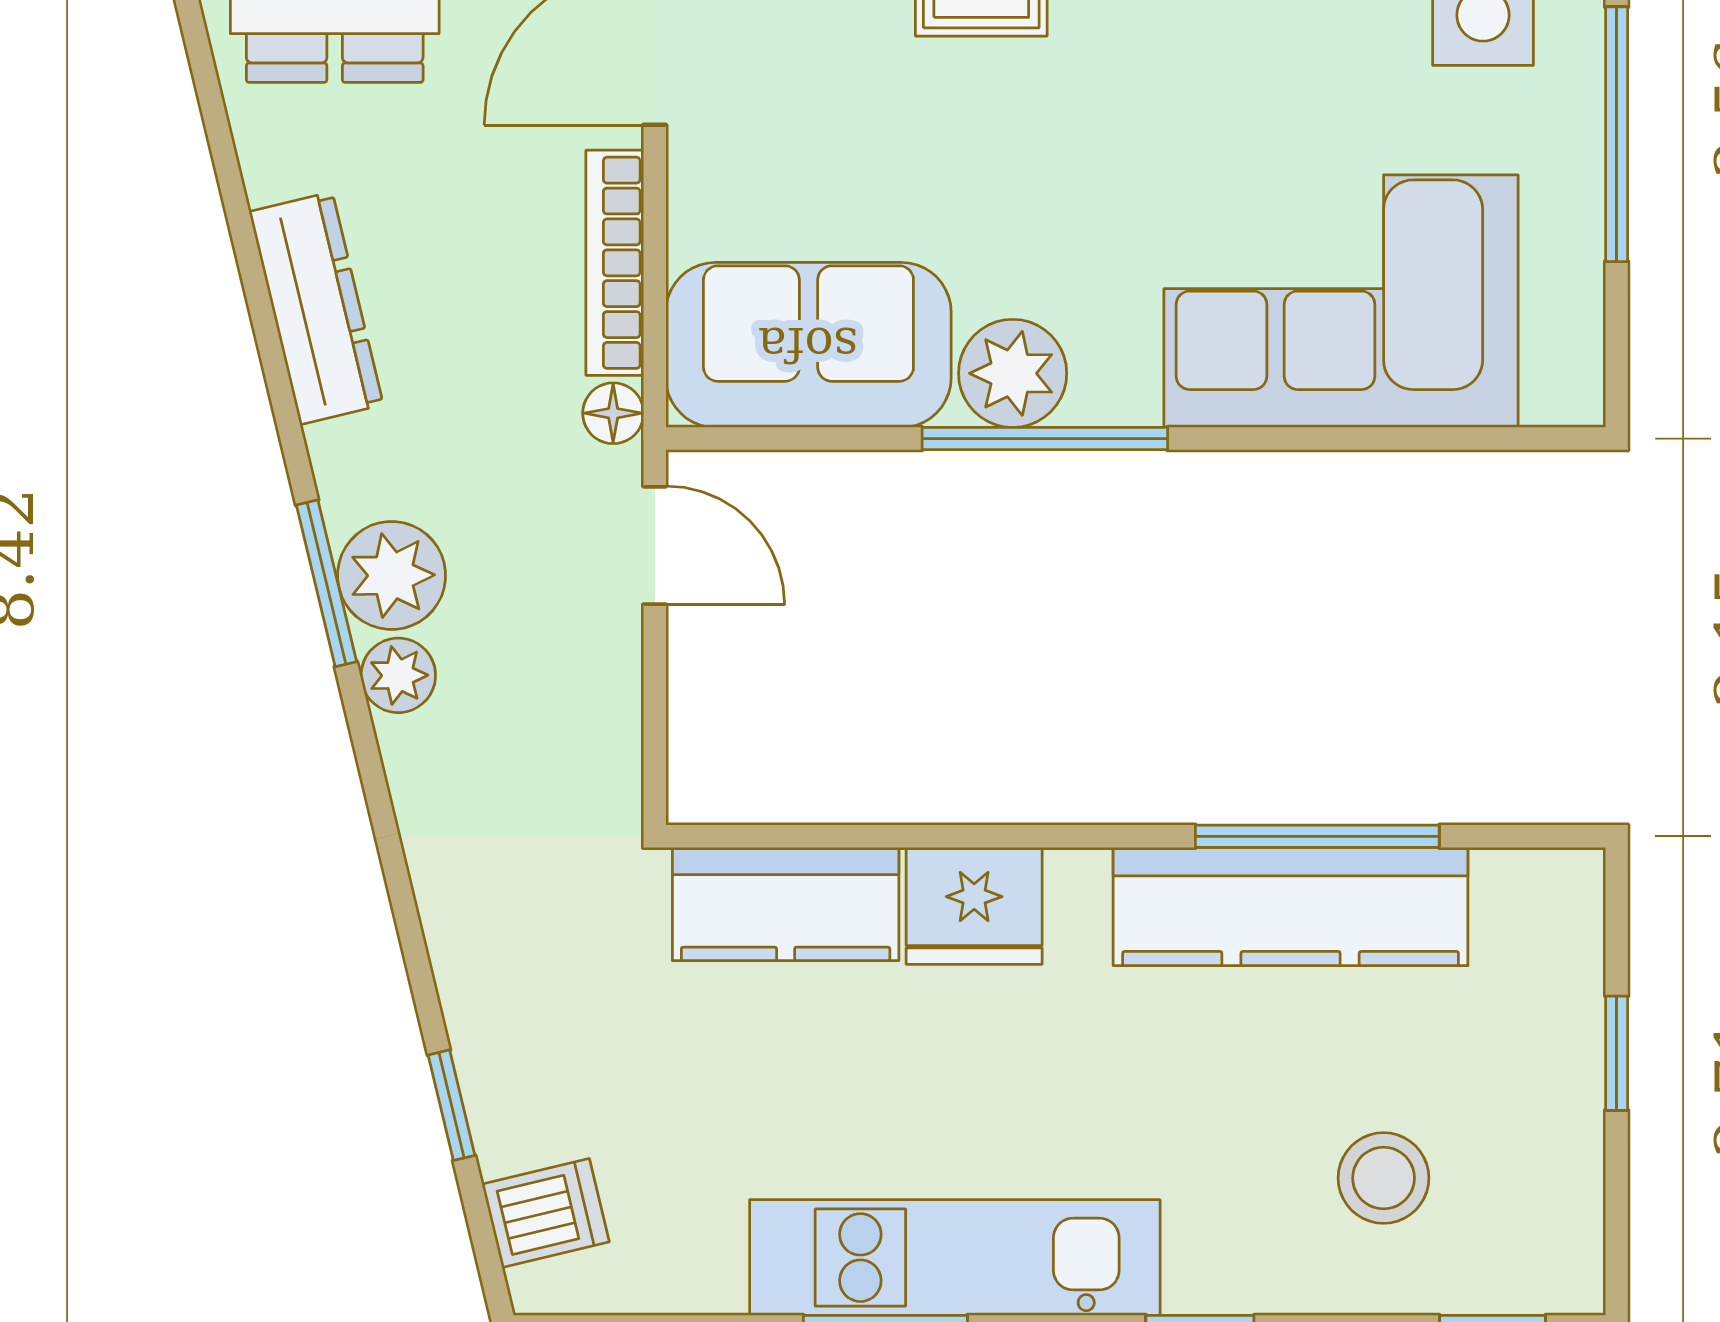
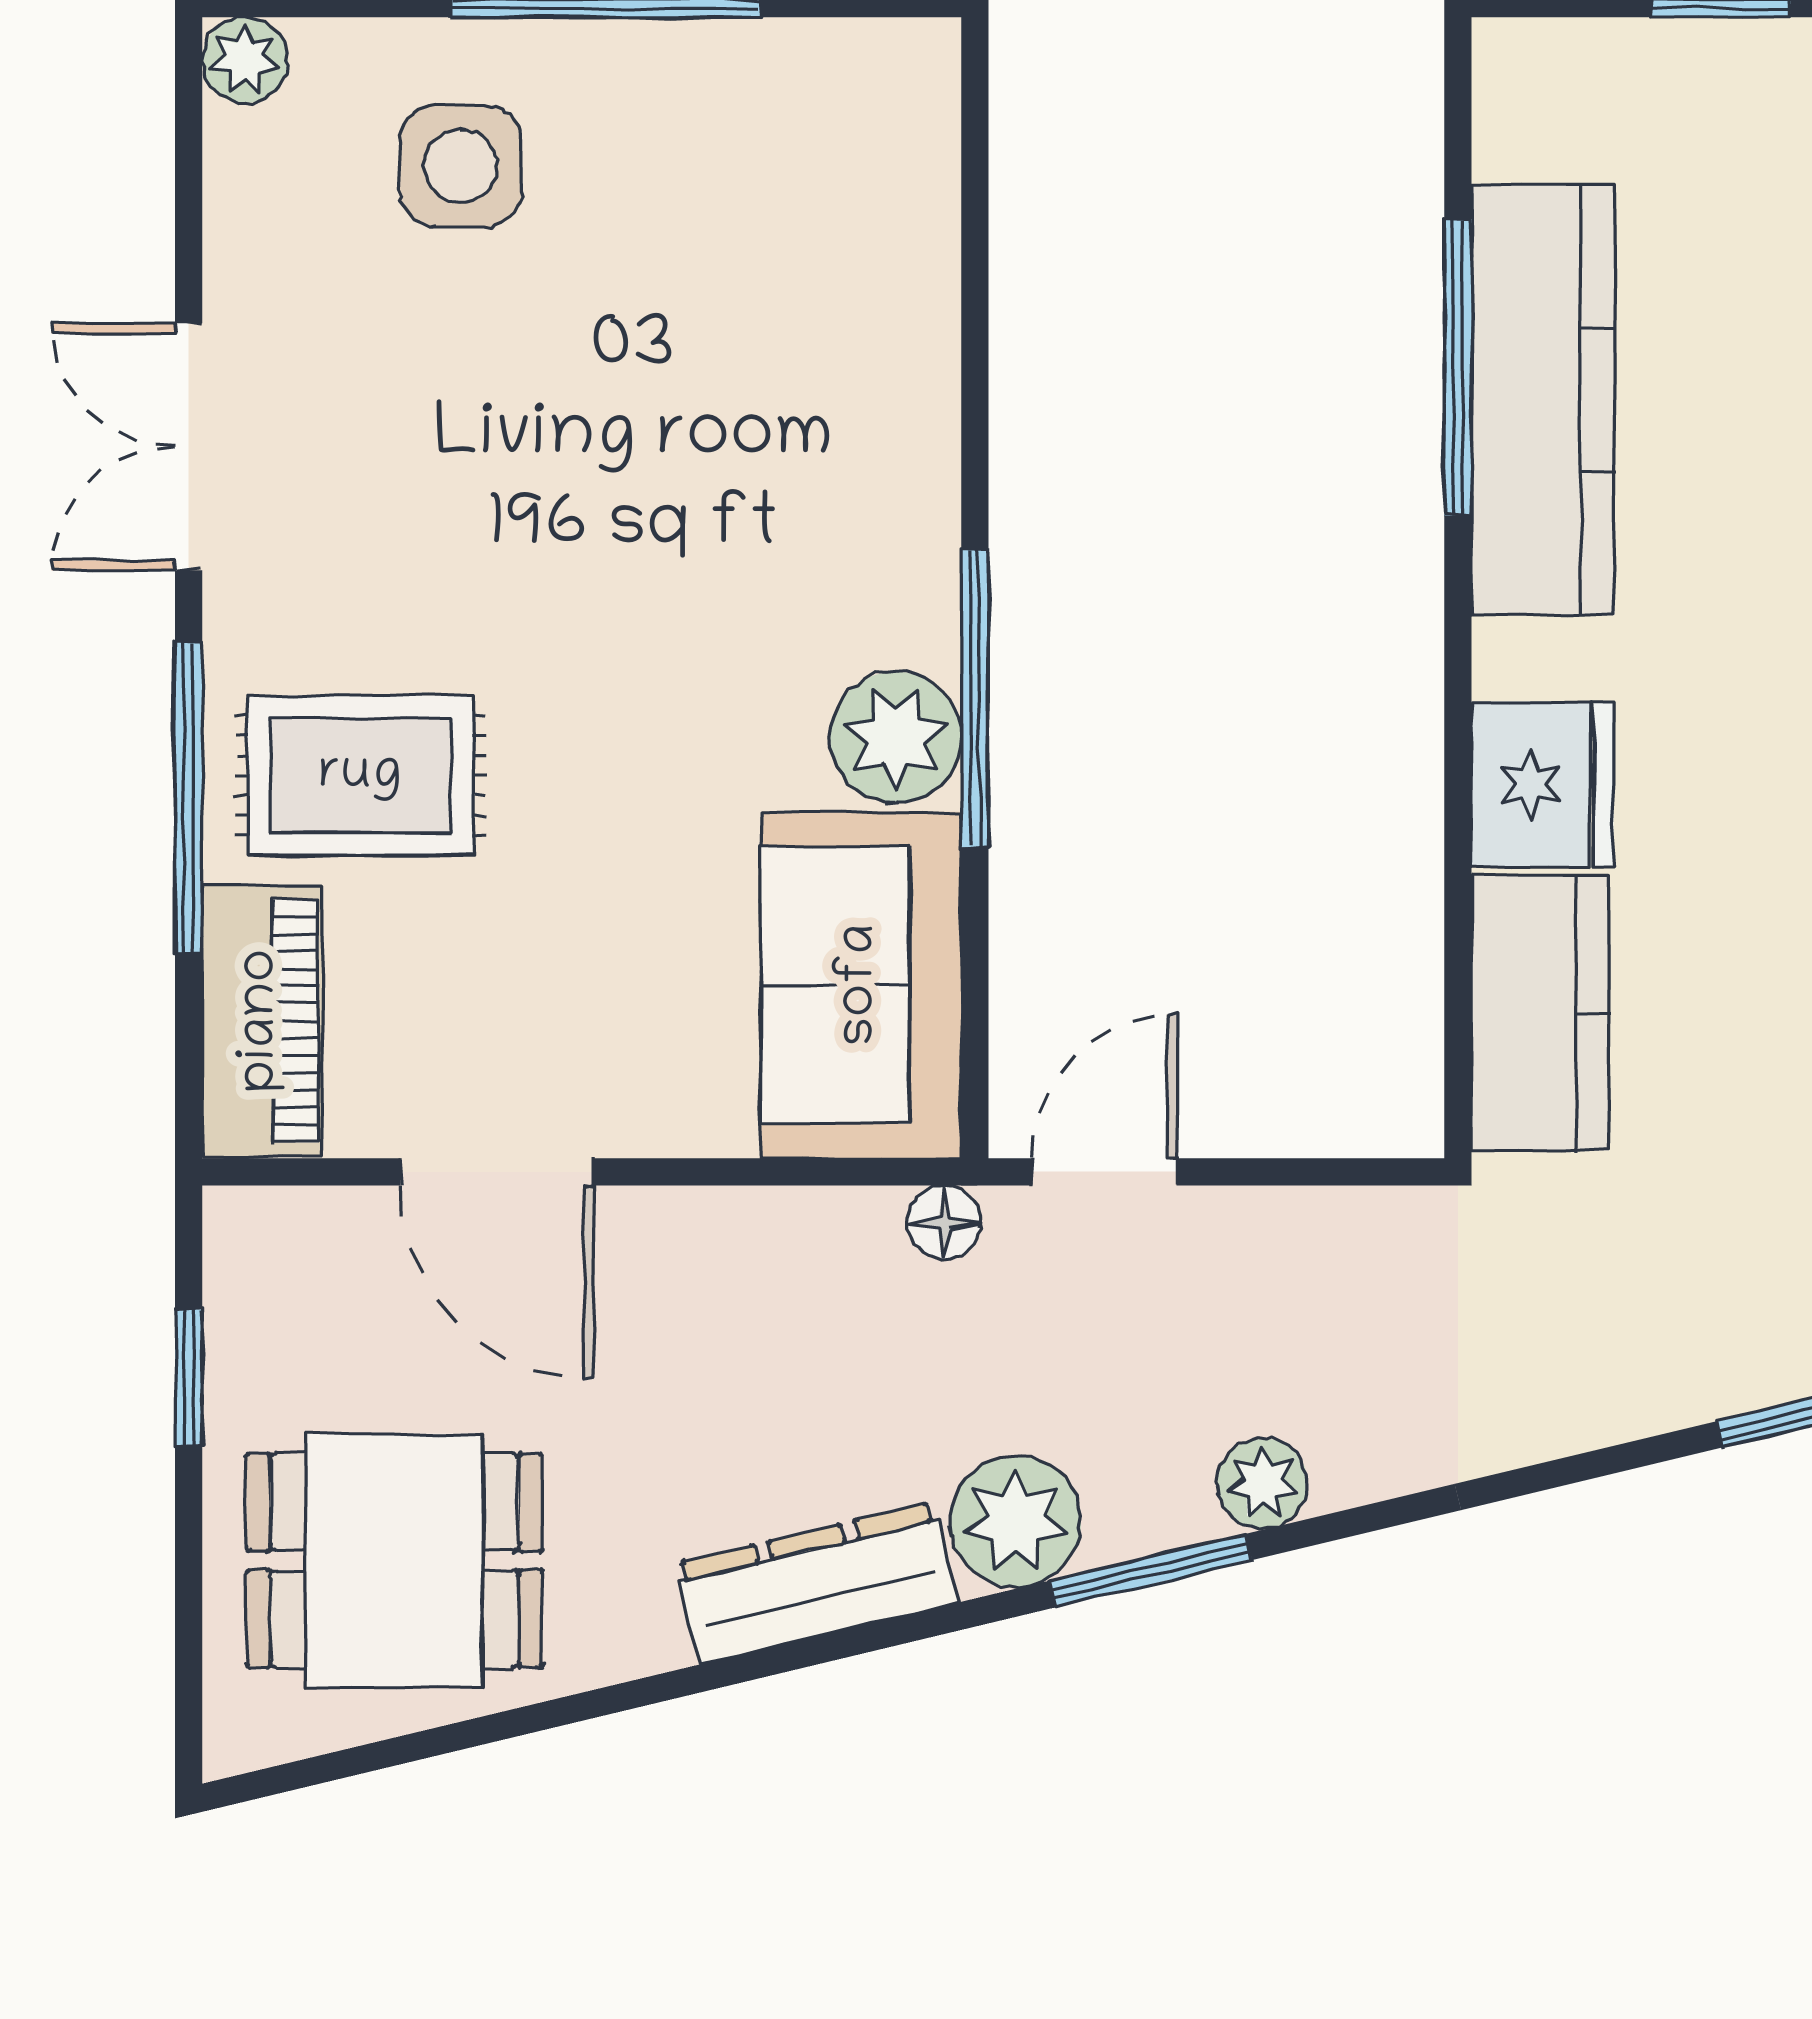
bookcase: (615, 263) -> (761, 1220), removed
corner sofa: (1341, 301) -> (808, 338), removed
plant: (392, 575) -> (1015, 1522), moved

